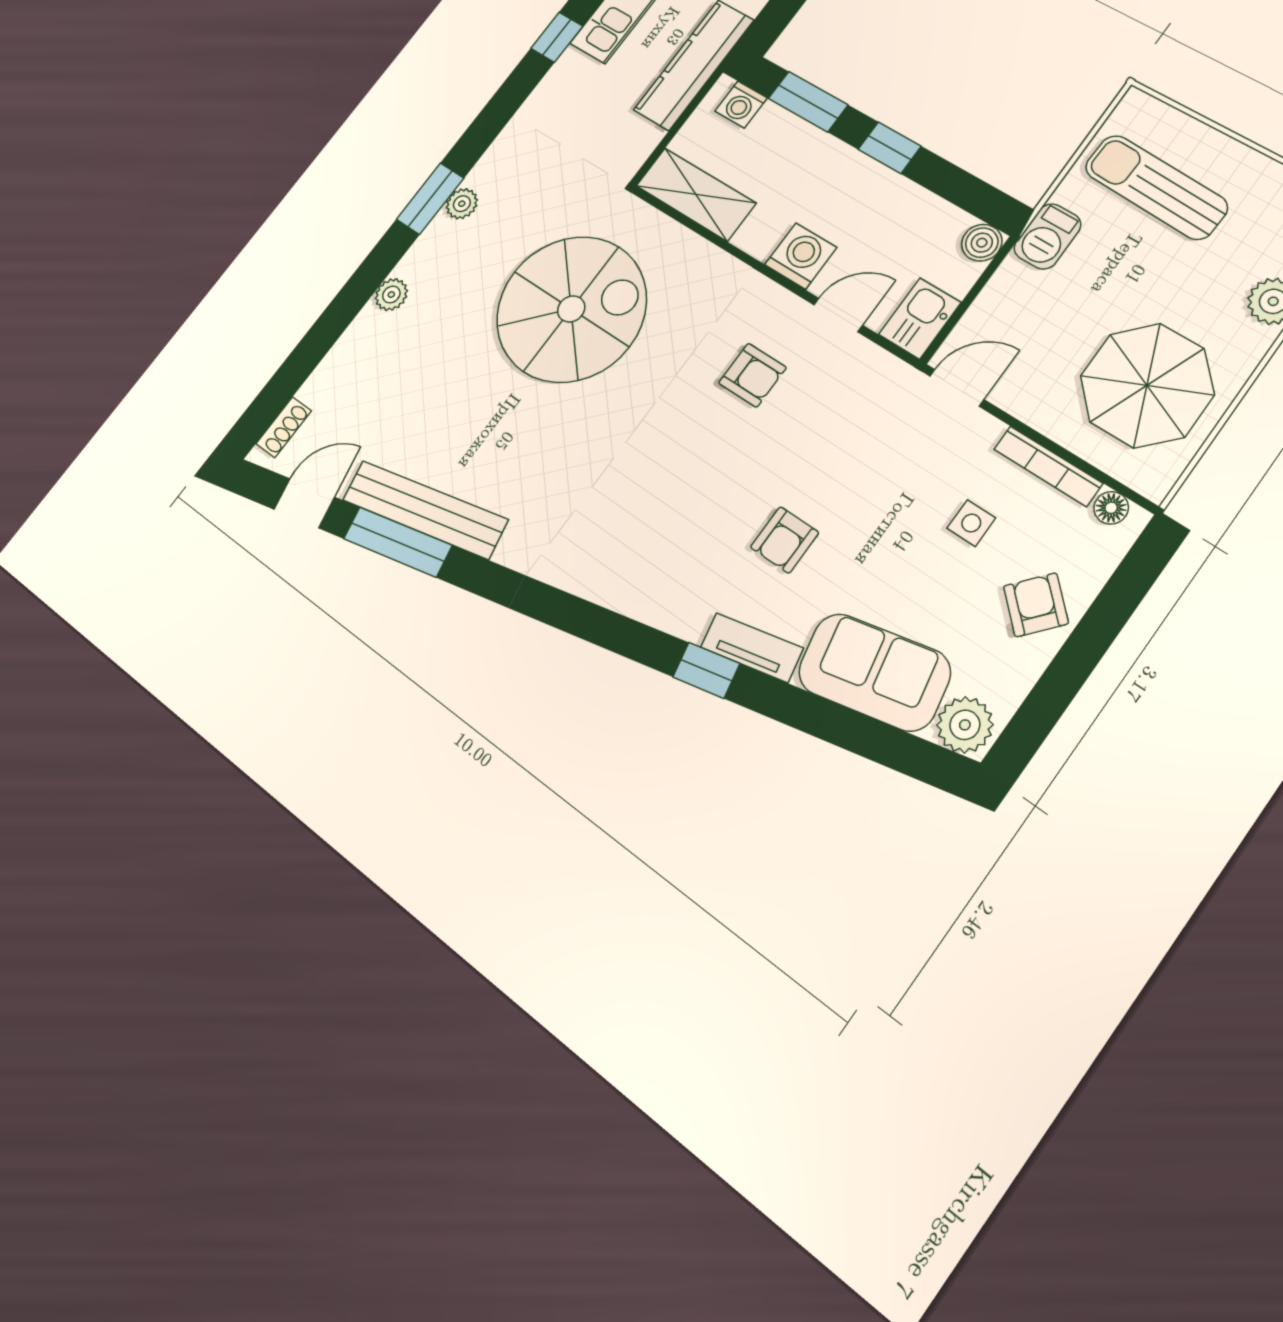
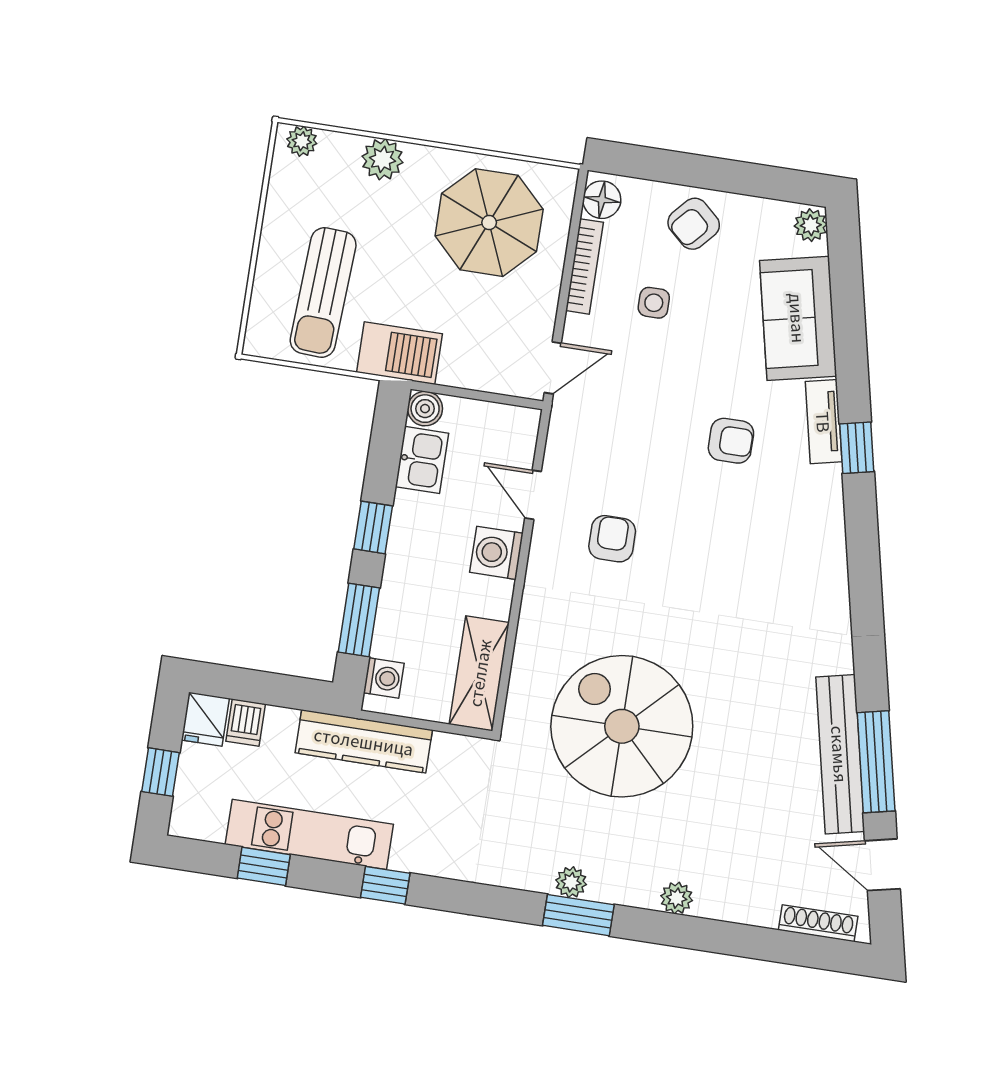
barbecue: (1047, 236) -> (400, 353), width x1.38, depth x1.27
kitchen sink: (920, 318) -> (422, 460), moved, turned -90
door: (957, 388) -> (553, 368), swing flipped
shoe rack: (284, 427) -> (818, 923), width x1.43
floor lamp: (1111, 508) -> (602, 200), width x1.37, depth x1.37
plant: (965, 725) -> (811, 225), width x0.73, depth x0.73

